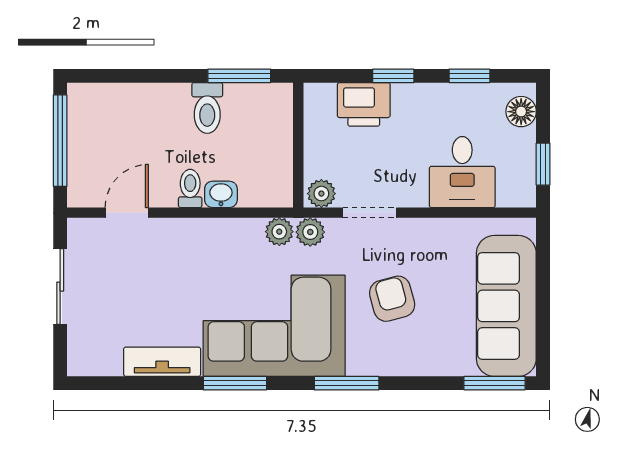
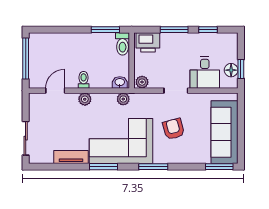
window: (393, 76) -> (174, 30), width x1.50
printer: (364, 104) -> (148, 42), moved
toilet: (207, 108) -> (123, 44), moved
floor lamp: (521, 112) -> (231, 70), moved
washbasin: (221, 194) -> (120, 82), moved
doorway: (370, 213) -> (176, 91), moved
plant: (310, 232) -> (85, 99), moved
sliding door: (60, 287) -> (26, 138), moved

